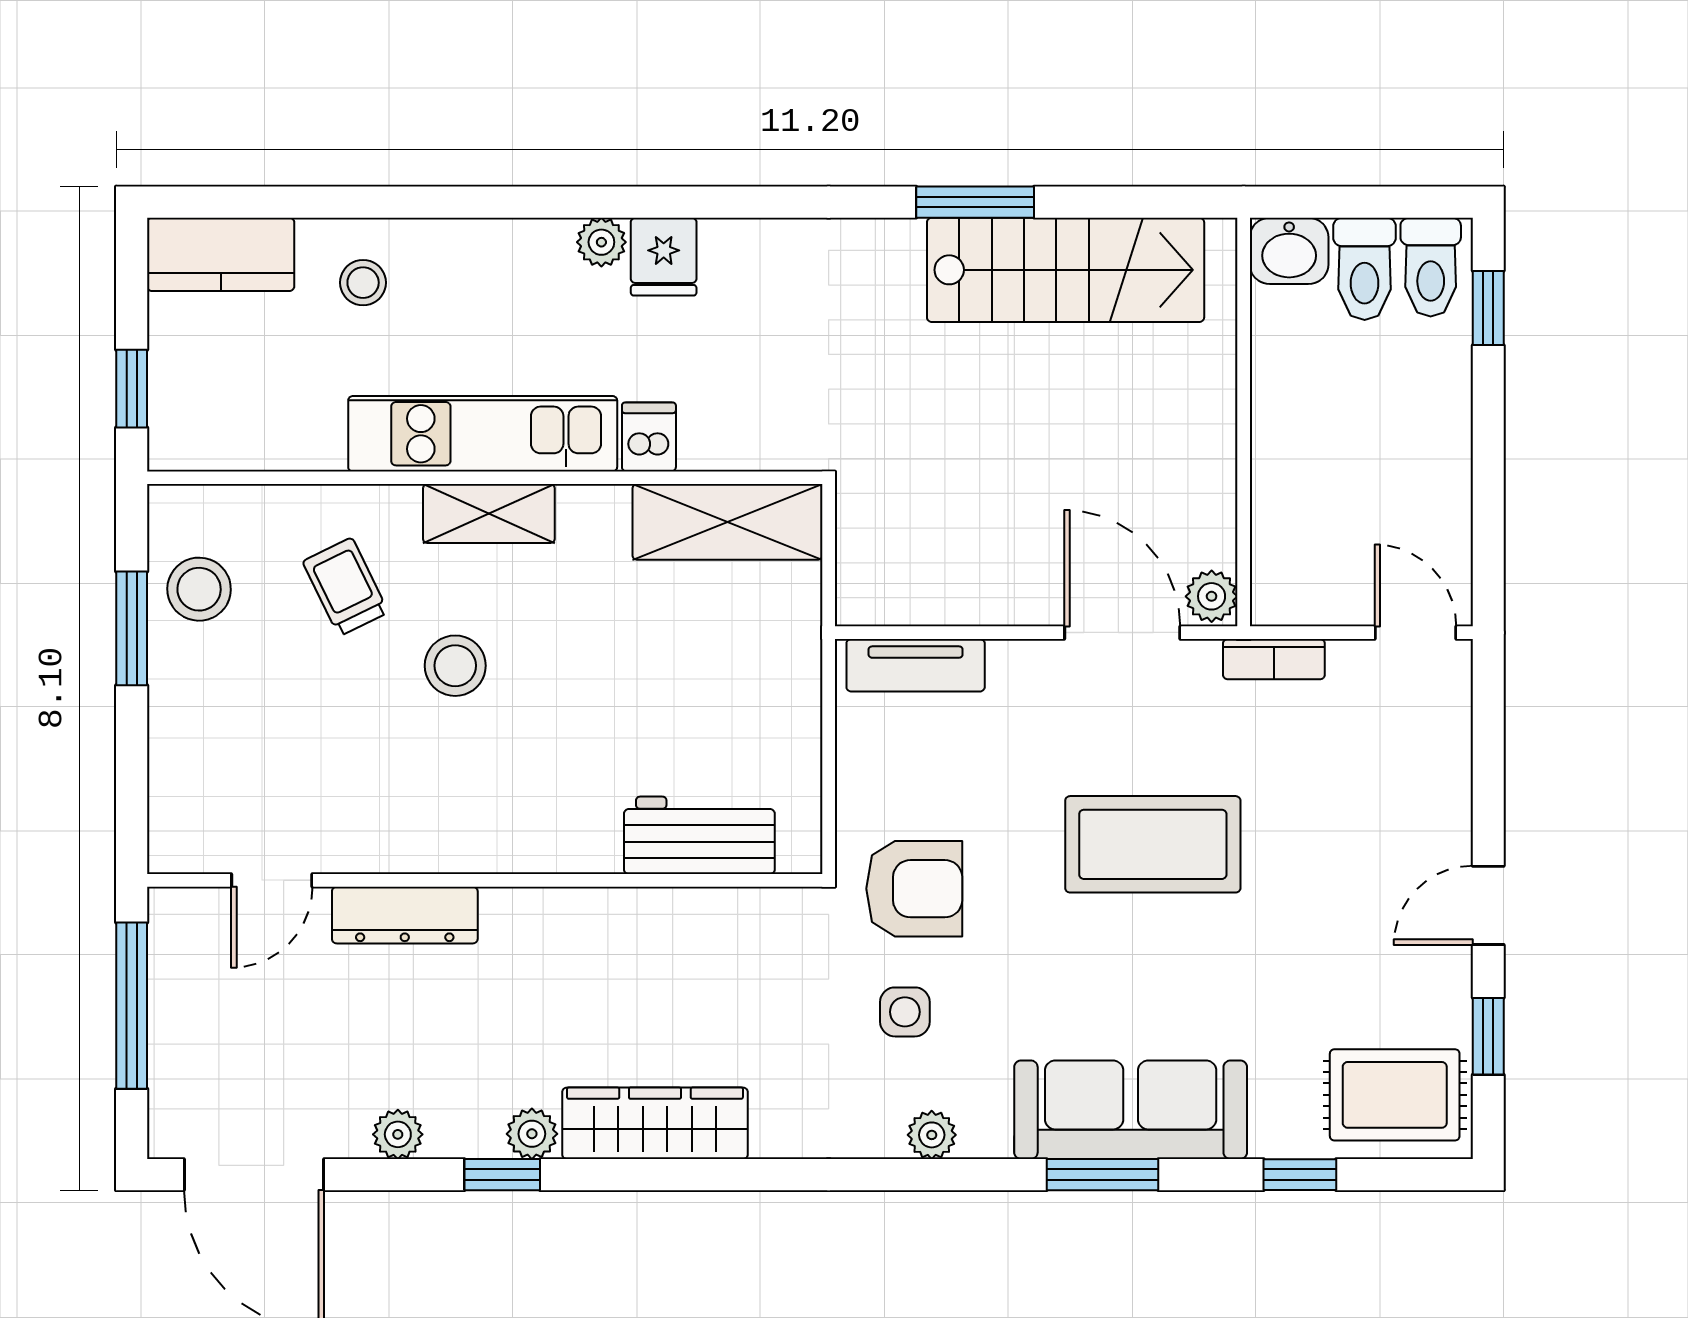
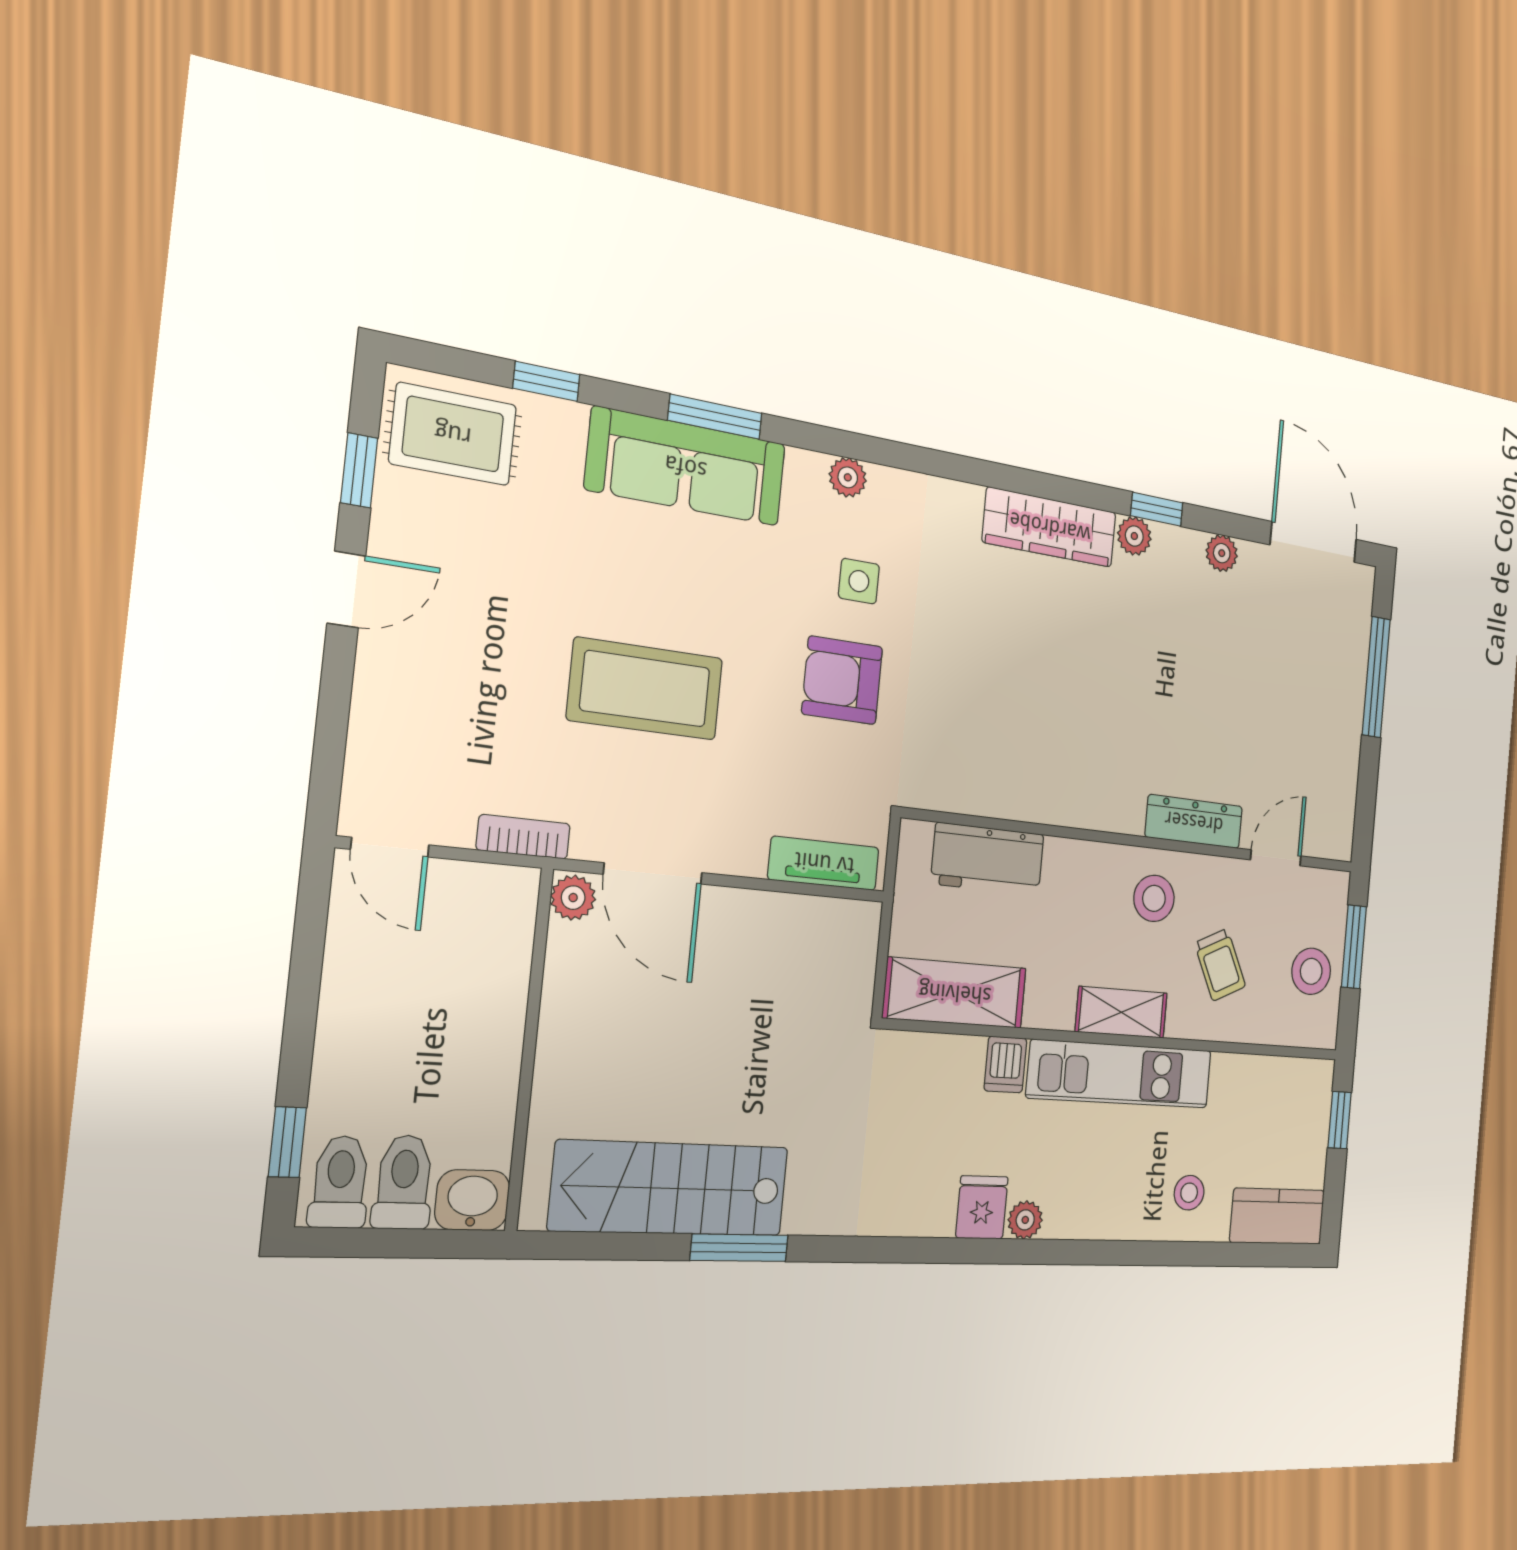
workbench: (699, 835) -> (988, 859), moved
door: (272, 880) -> (1276, 858), moved
wall: (485, 880) -> (1139, 841), moved
dresser: (405, 915) -> (1194, 822), moved

